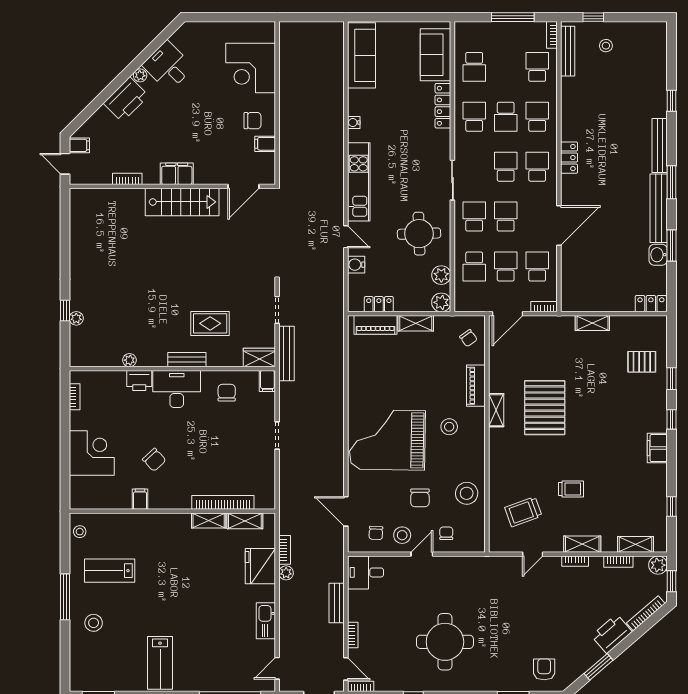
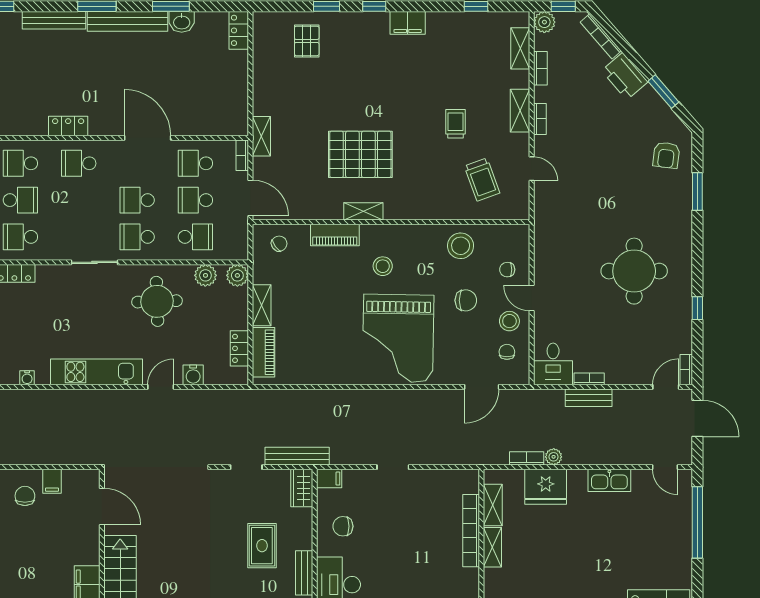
school desk: (506, 167) -> (79, 200), removed
shelving: (592, 323) -> (261, 136), moved
chair: (376, 533) -> (507, 352), turned -93
bookcase: (353, 635) -> (589, 379), moved
armchair: (544, 669) -> (666, 155), turned -83

